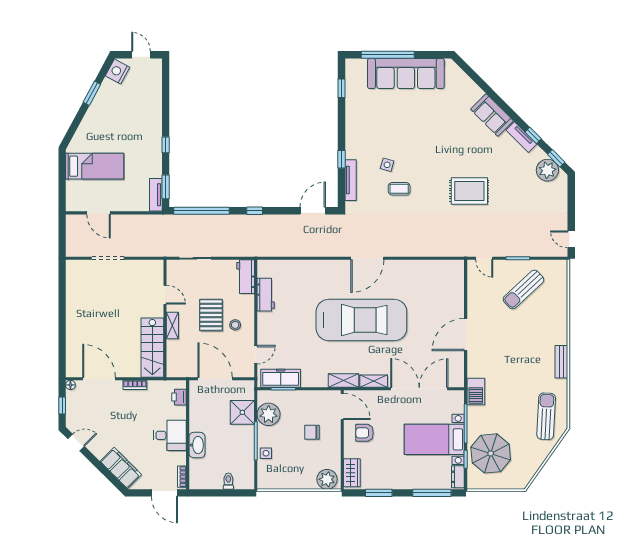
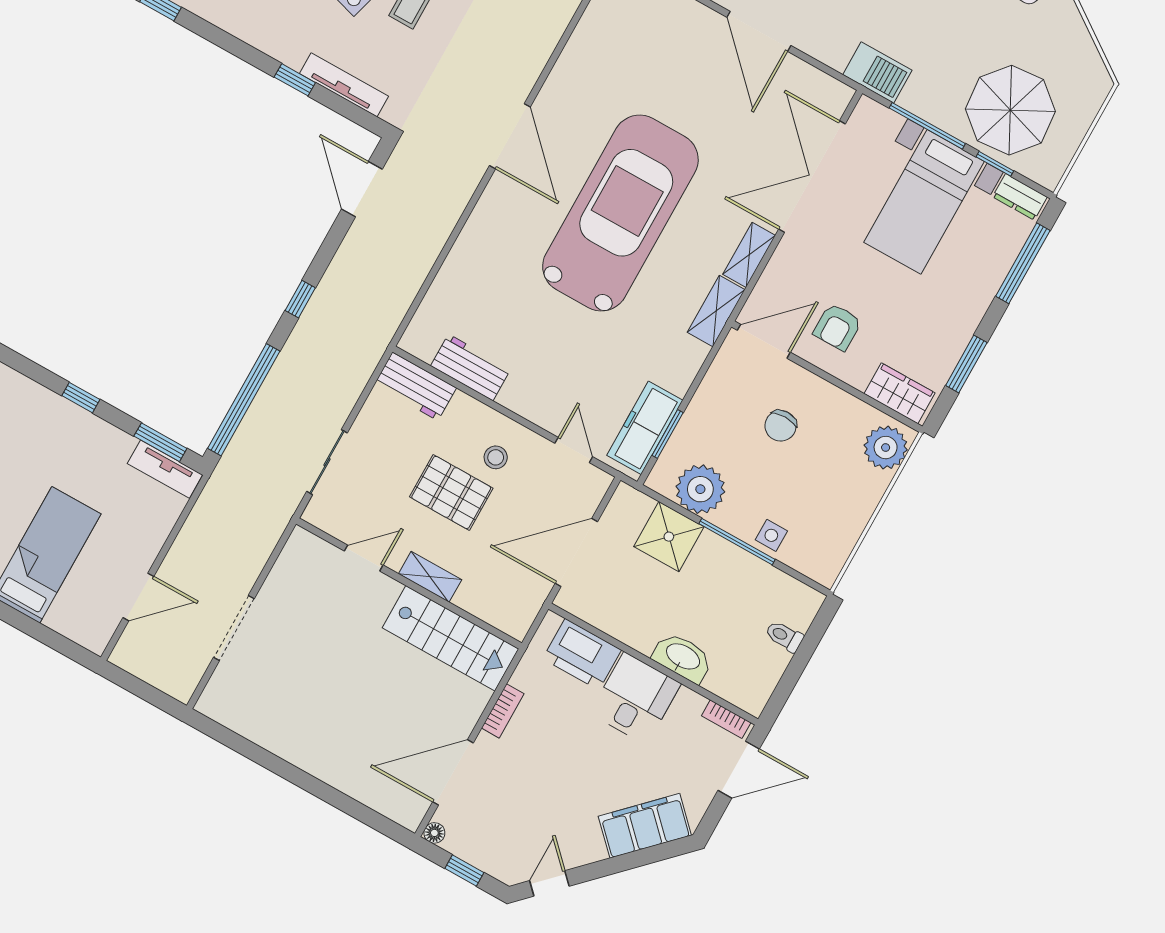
printer: (179, 397) -> (582, 654), width x1.87, depth x1.48

